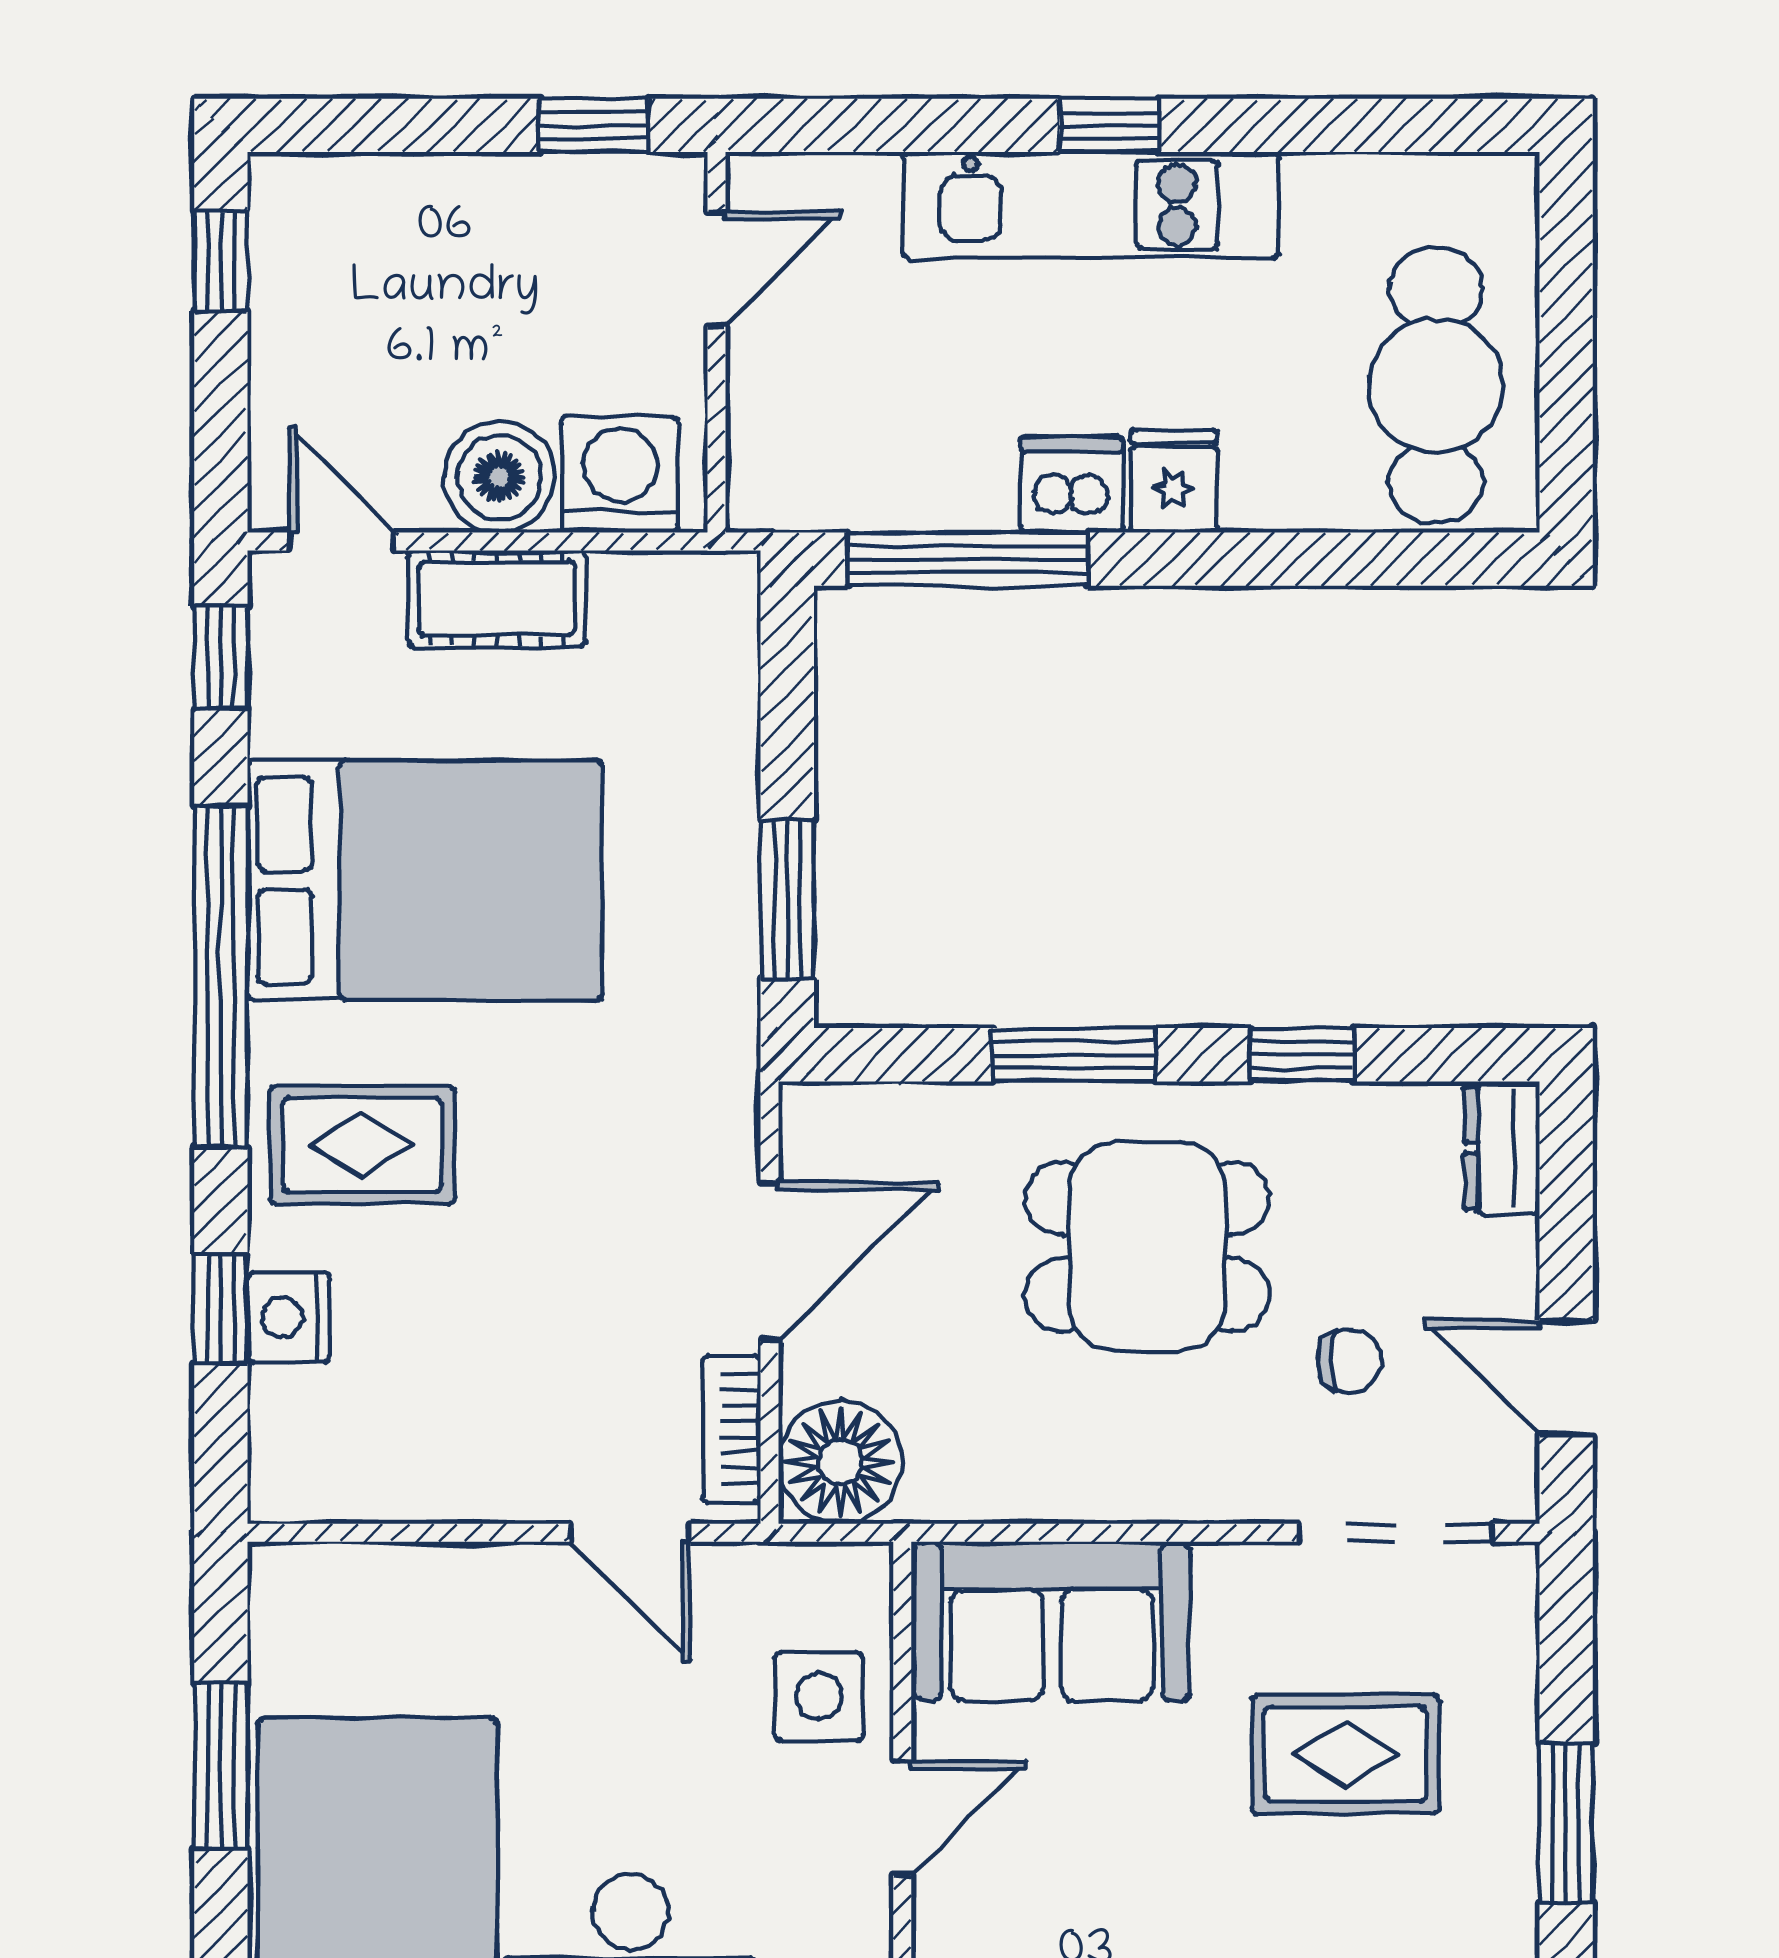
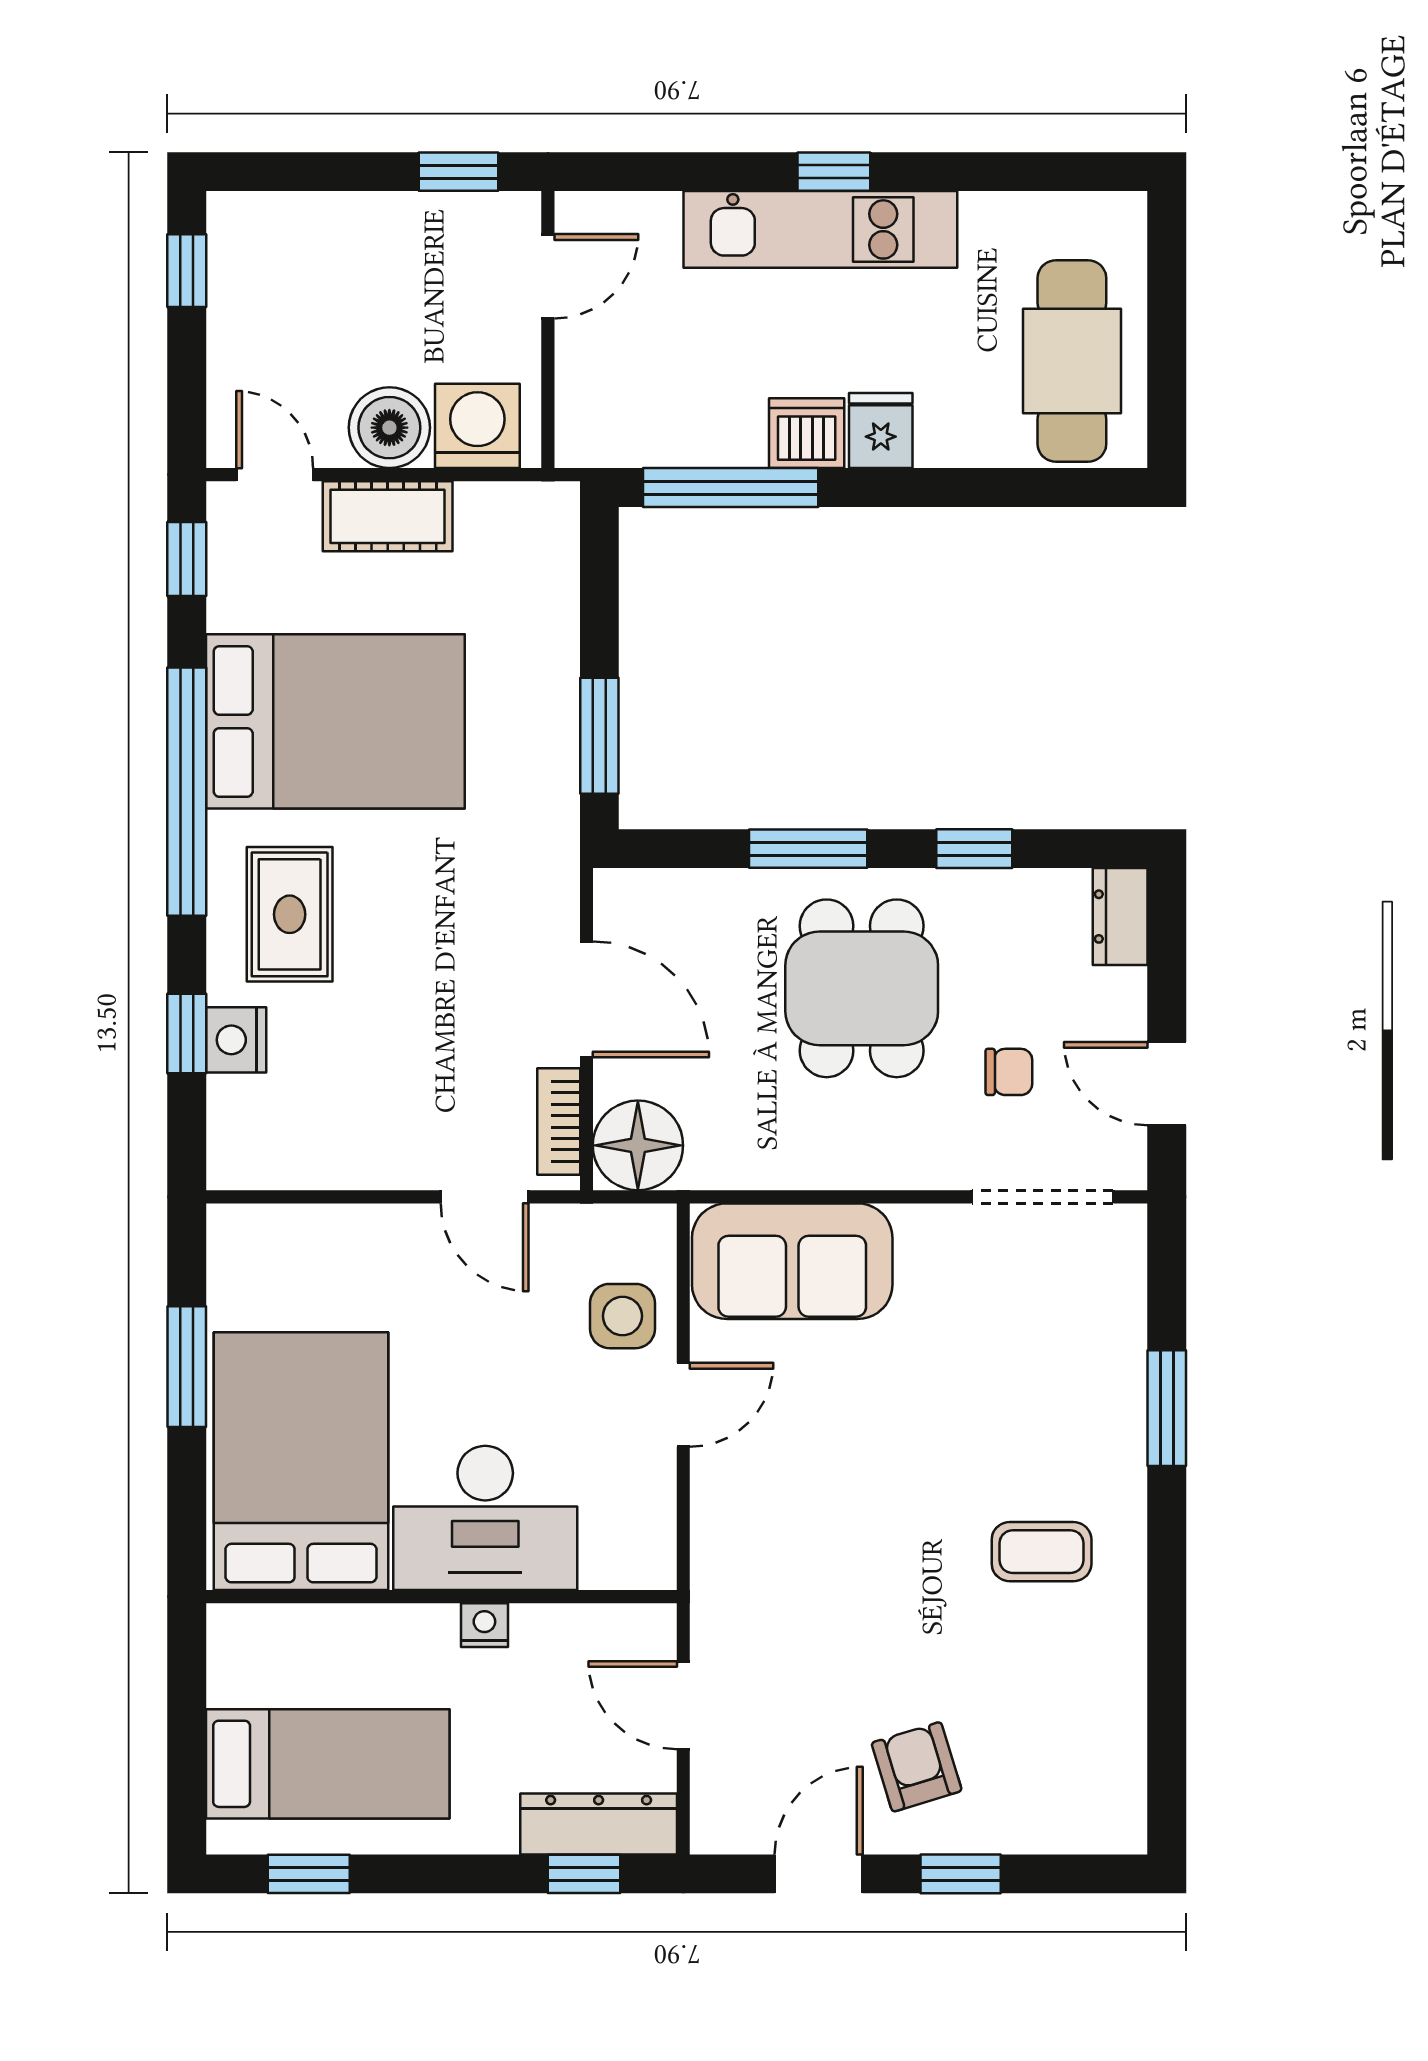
rug: (362, 1145) -> (290, 914), turned 90
dining table: (1147, 1246) -> (862, 988), turned 90
door: (770, 1262) -> (586, 999), hinge flipped
rug: (1345, 1754) -> (1006, 1358), removed

